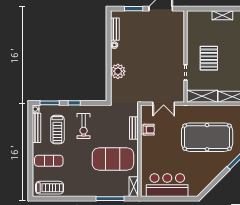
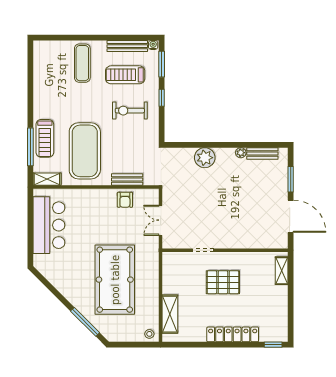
shelving: (222, 15) -> (282, 271), moved
shelving: (202, 96) -> (171, 273), removed
treadmill: (49, 188) -> (45, 138), moved

